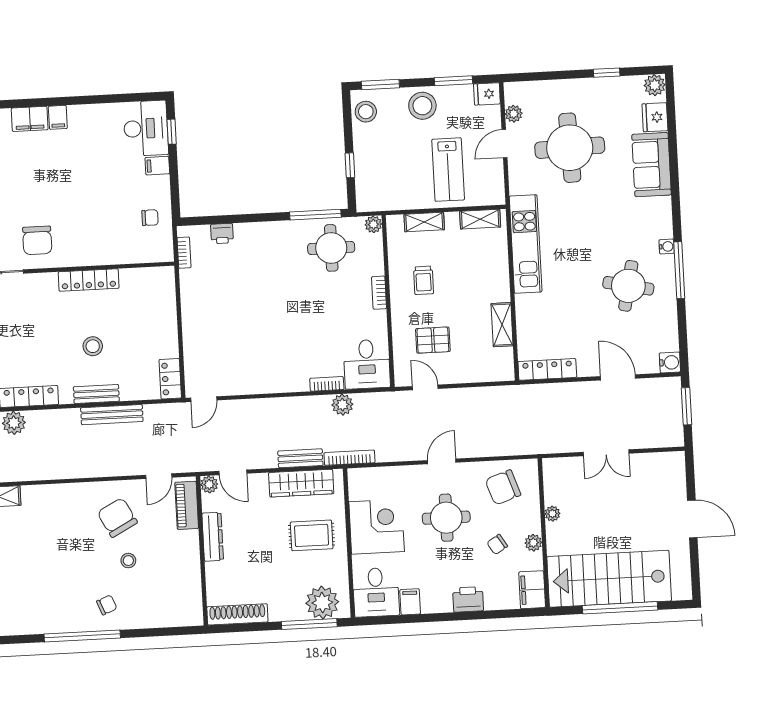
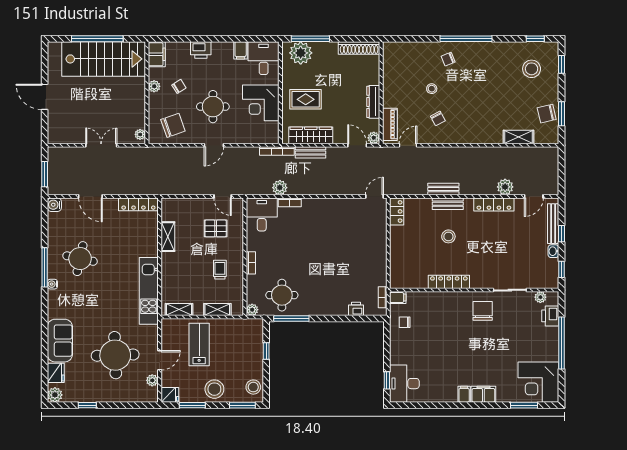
filing cabinet: (157, 166) -> (398, 298), moved
bench: (112, 415) -> (443, 189), width x0.73
plant: (552, 514) -> (140, 134), moved
chair: (117, 517) -> (438, 118), width x0.54, depth x0.54

